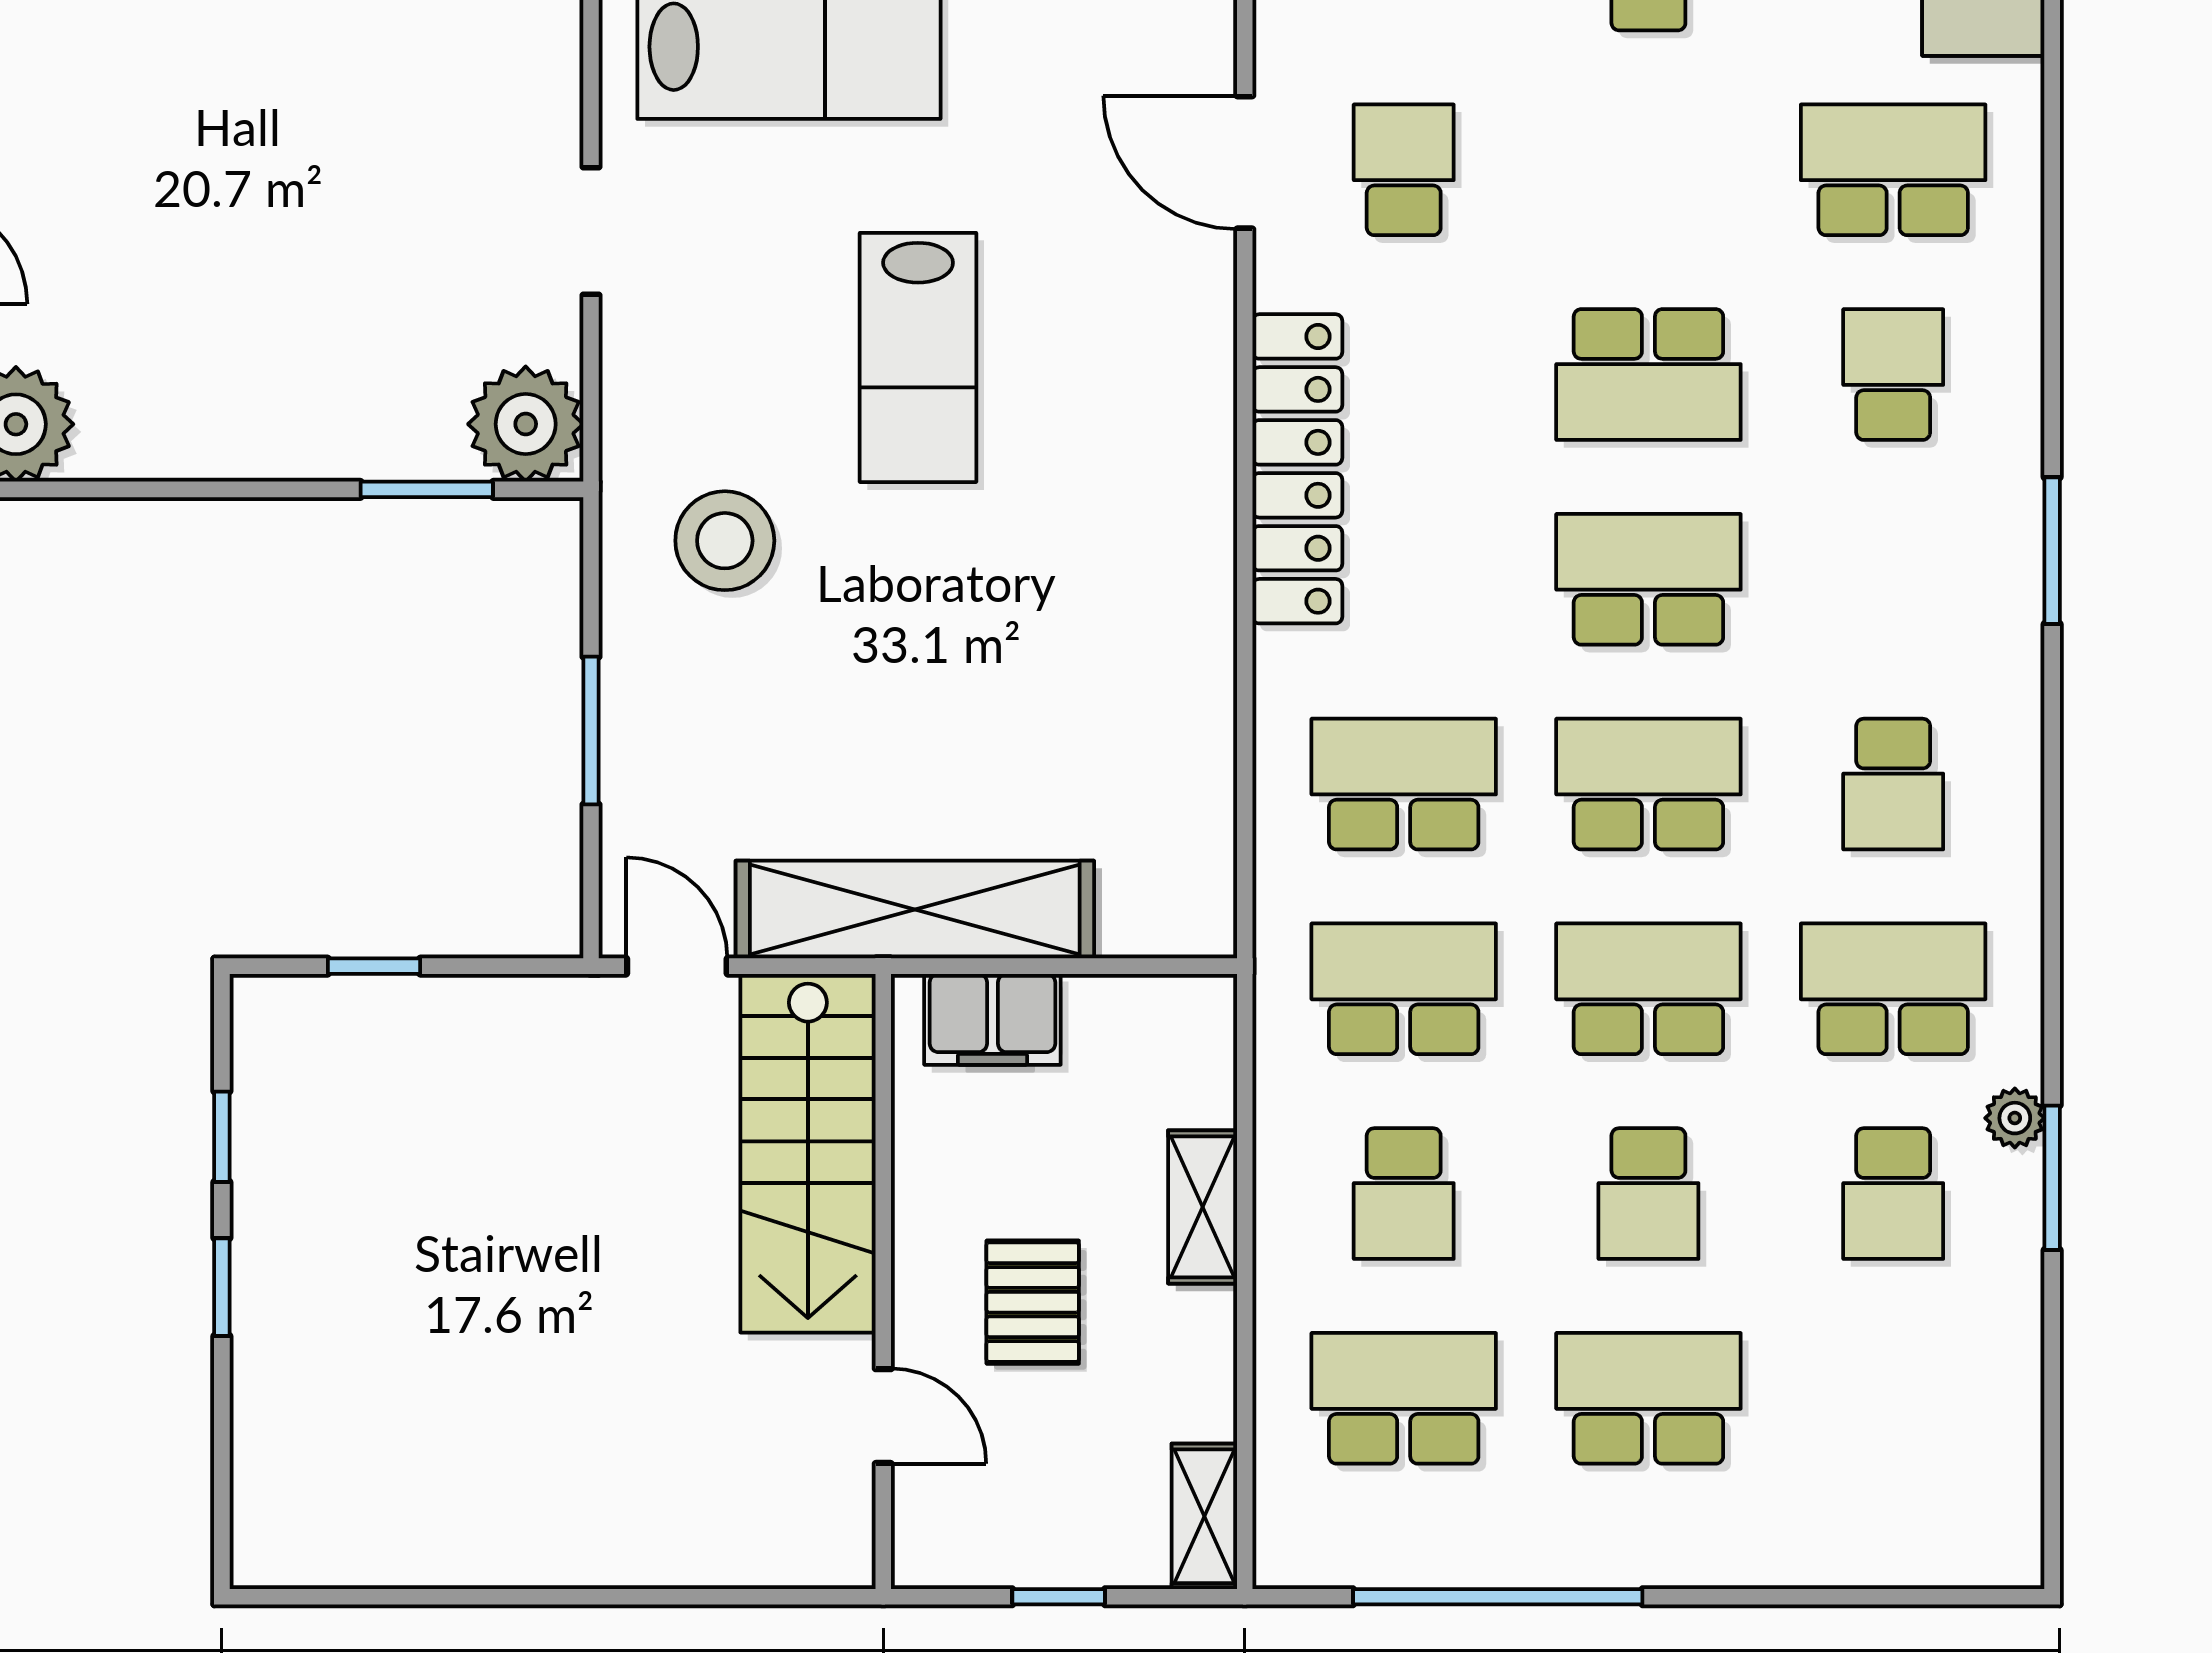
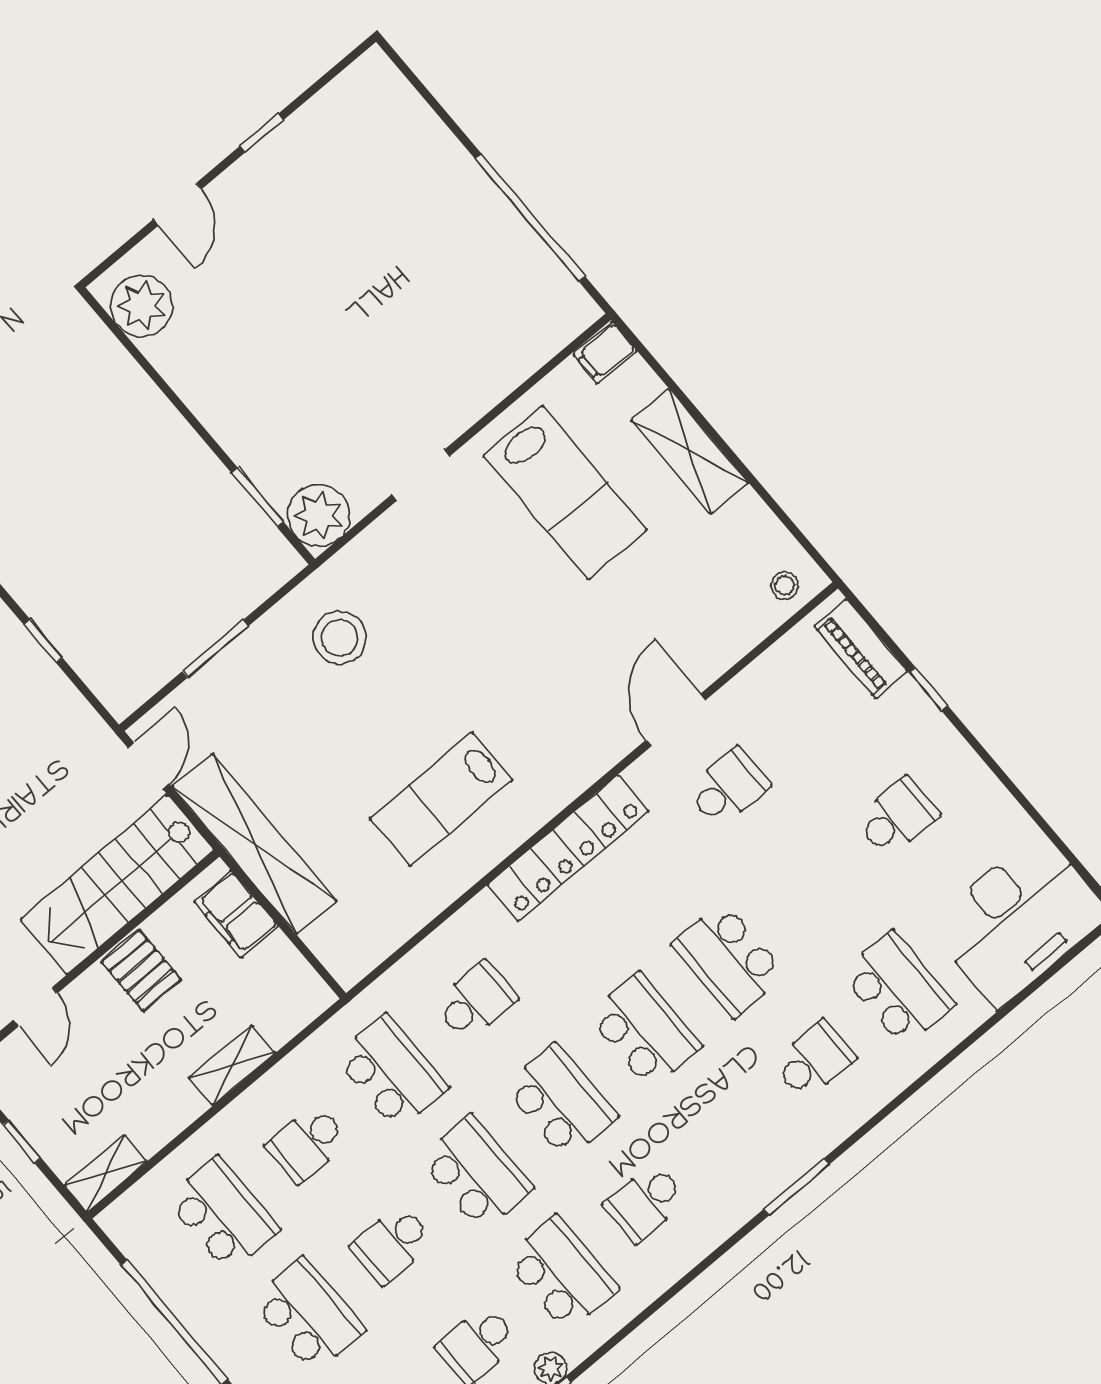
lab bench: (918, 357) -> (441, 799), moved
school desk: (1404, 784) -> (476, 1001), width x0.54
pallet: (1033, 1302) -> (141, 971), moved, turned 90

